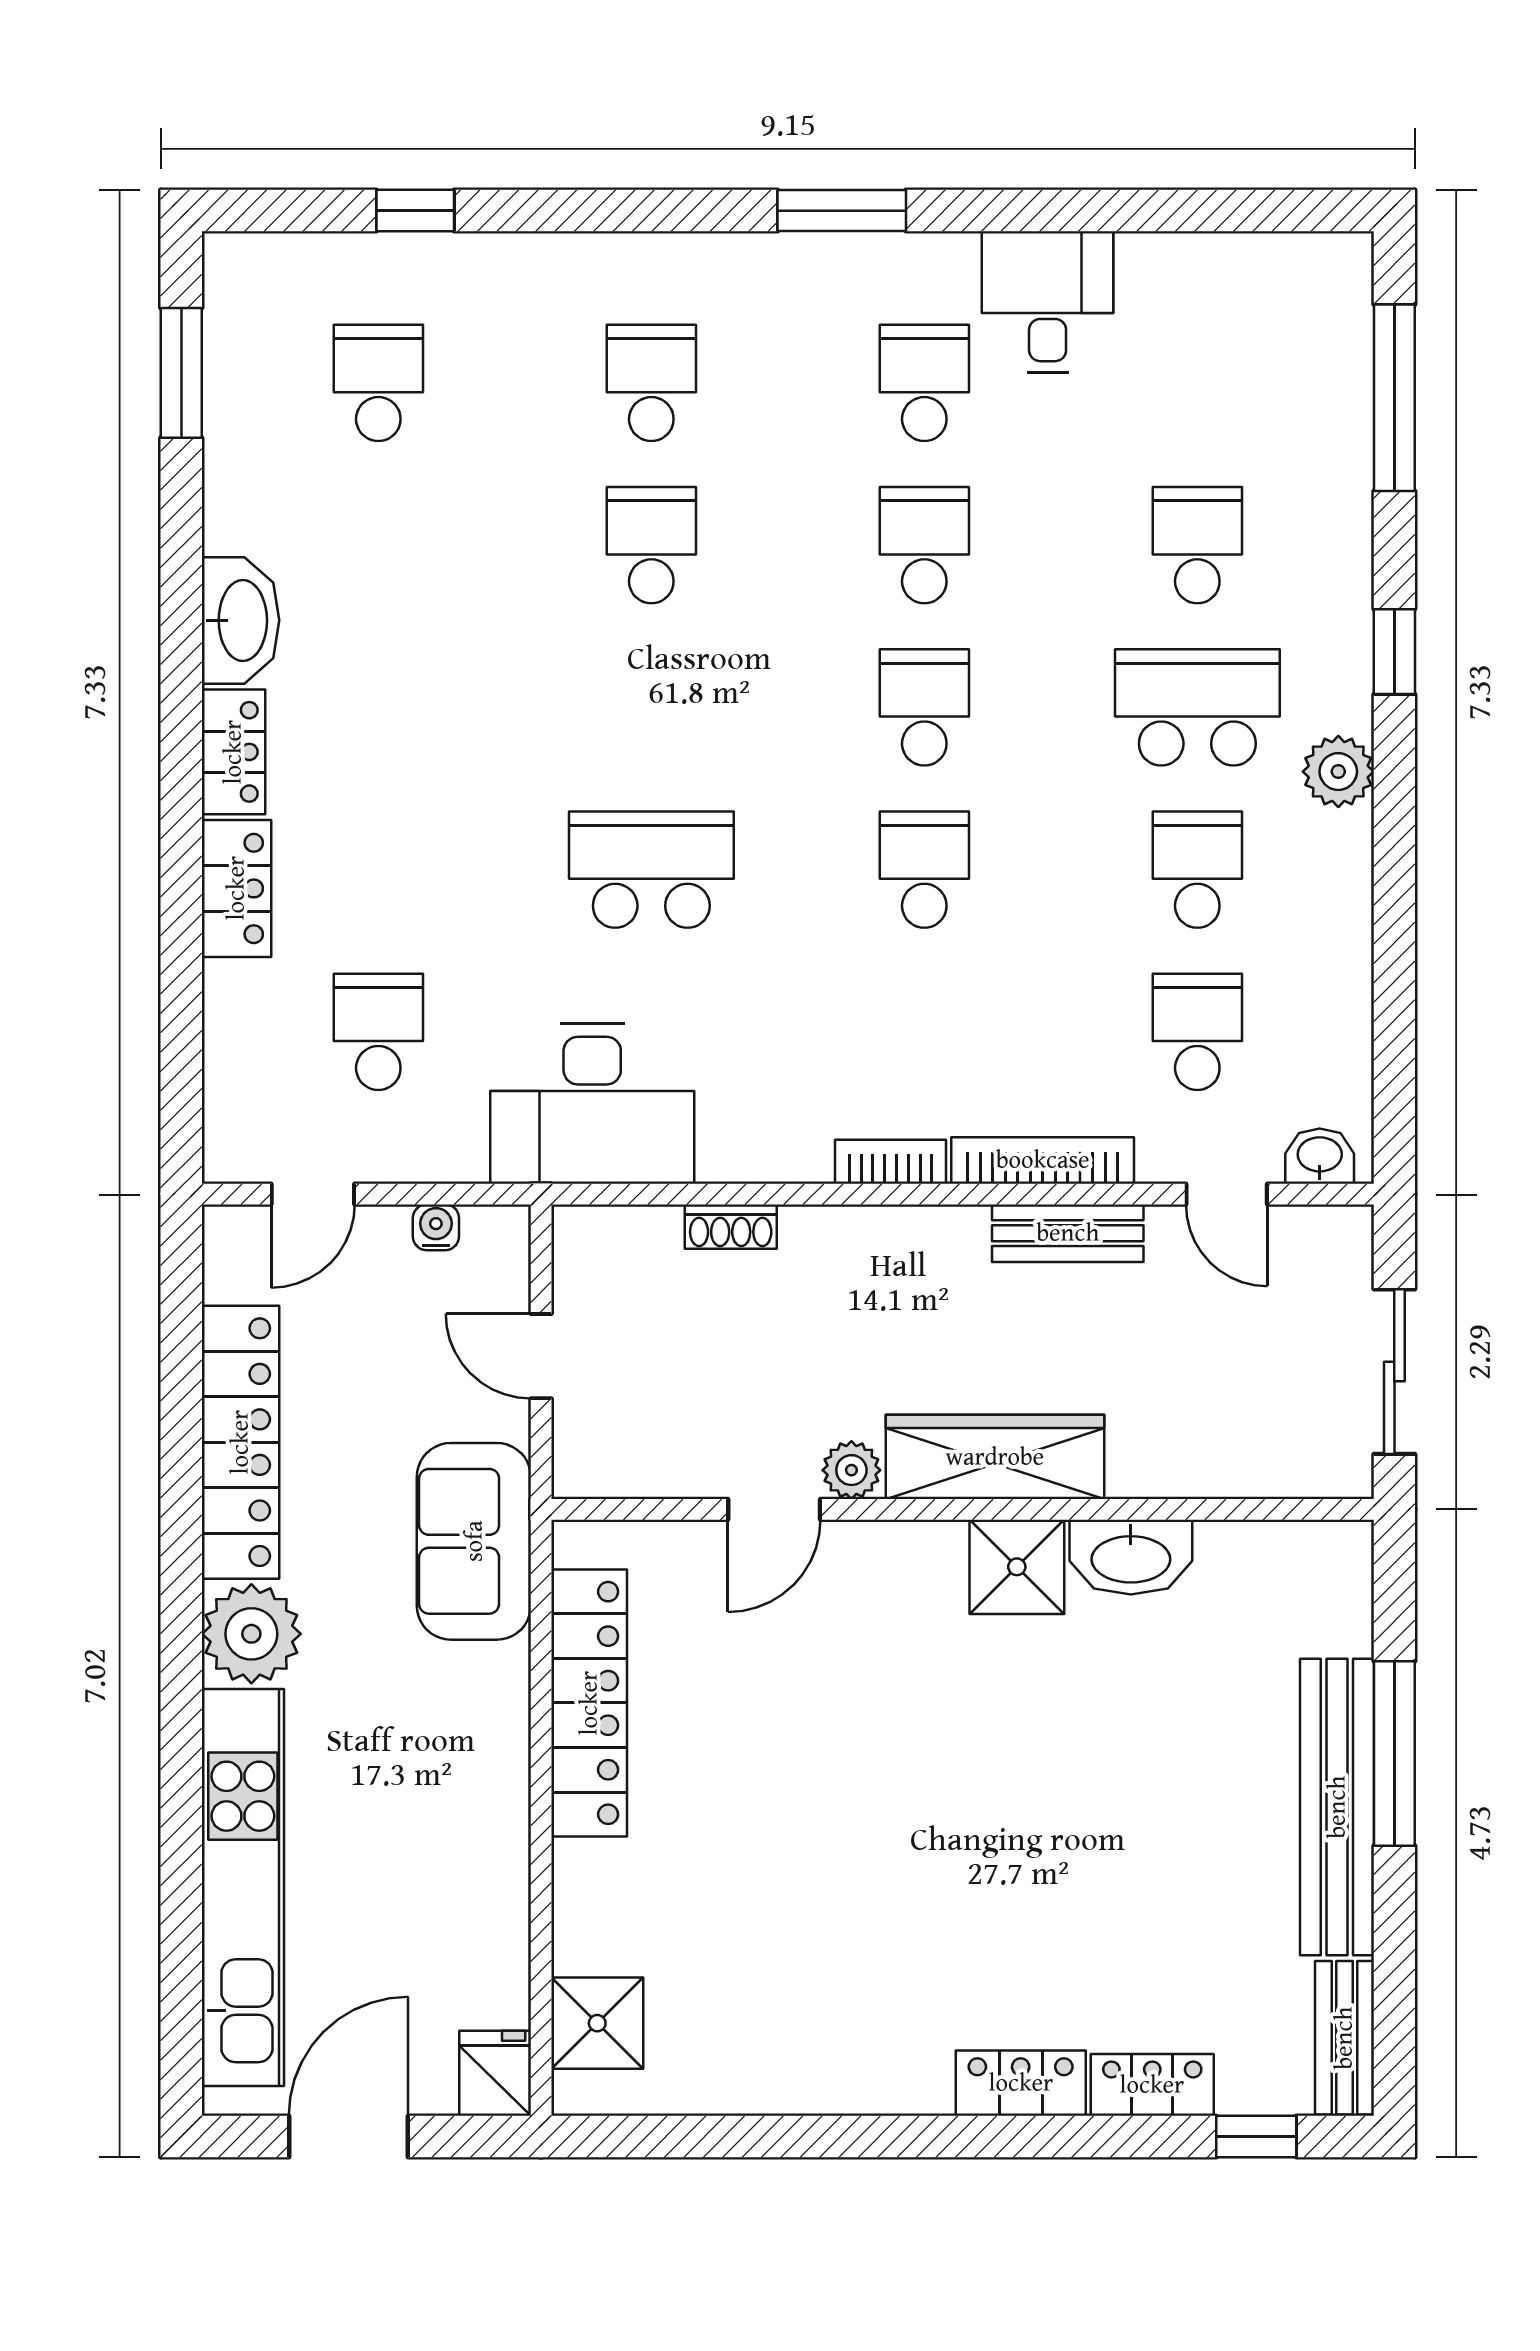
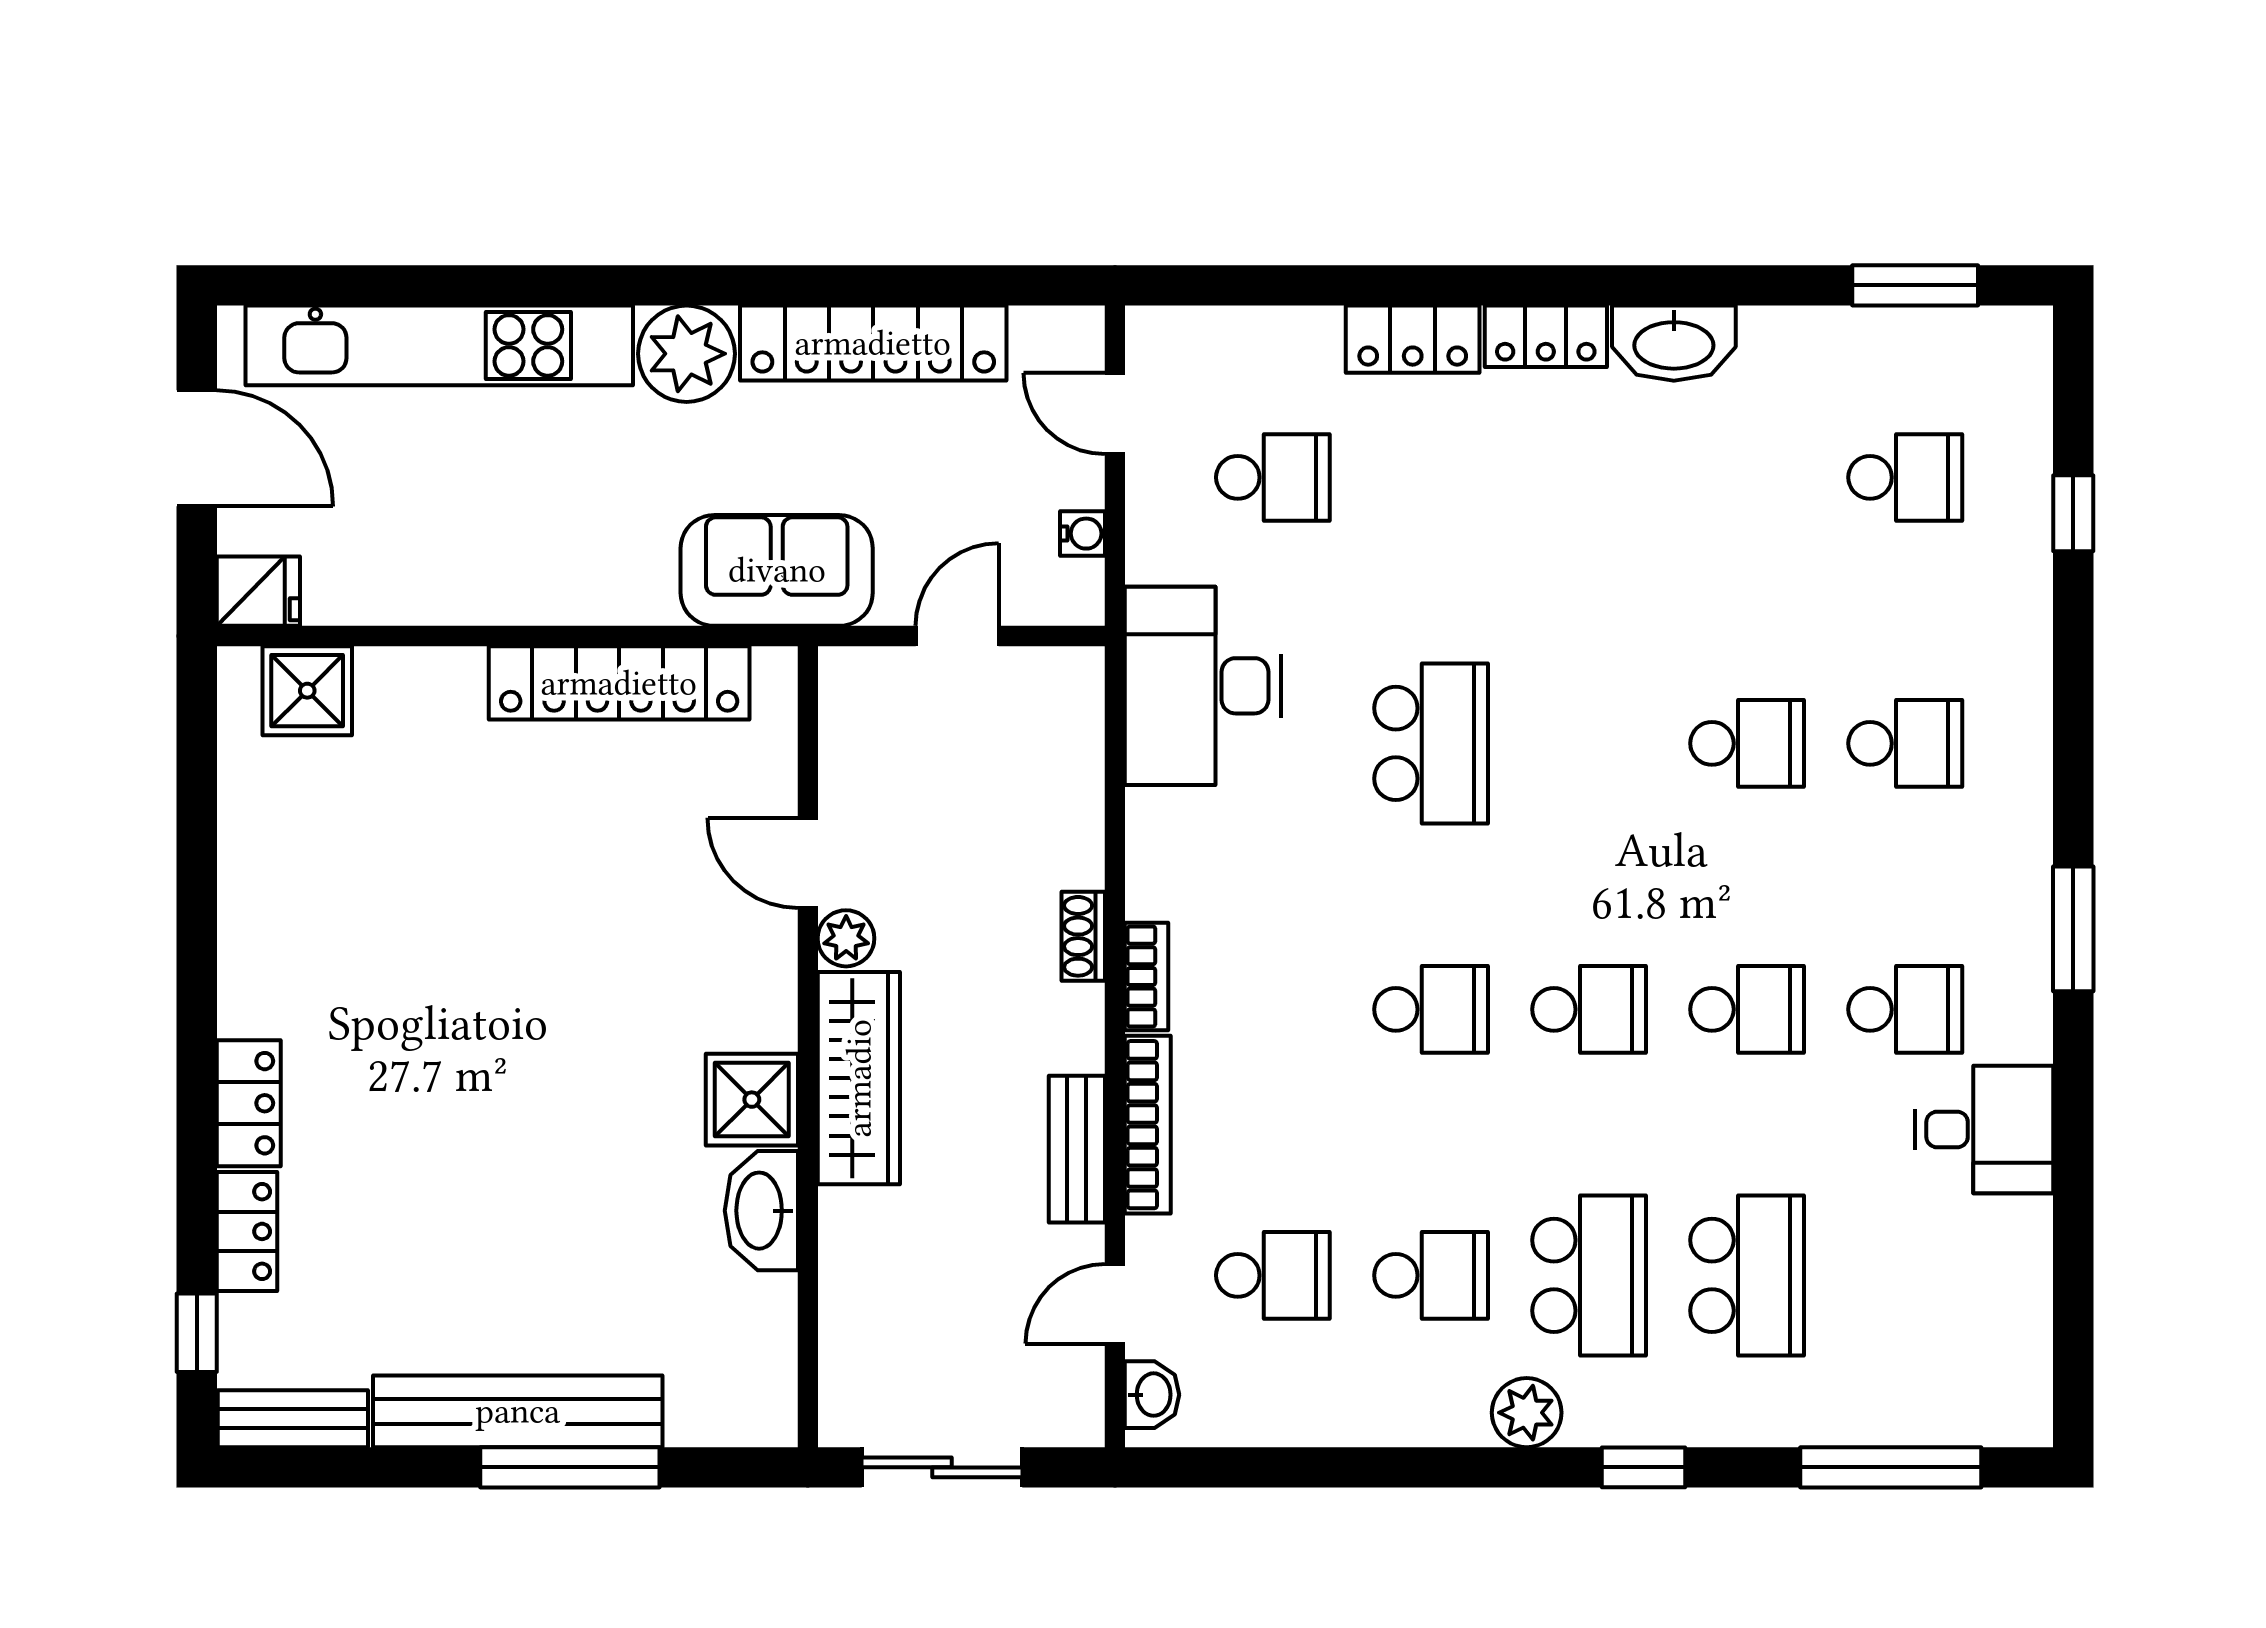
school desk: (1197, 545) -> (1747, 1275), width x1.85
shoe rack: (731, 1227) -> (1083, 936), moved

